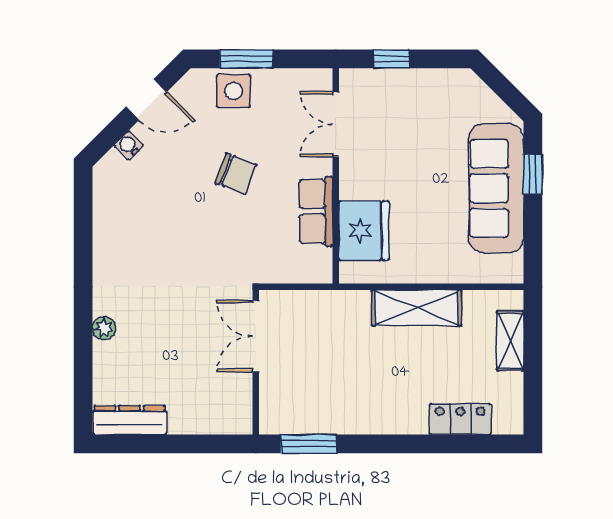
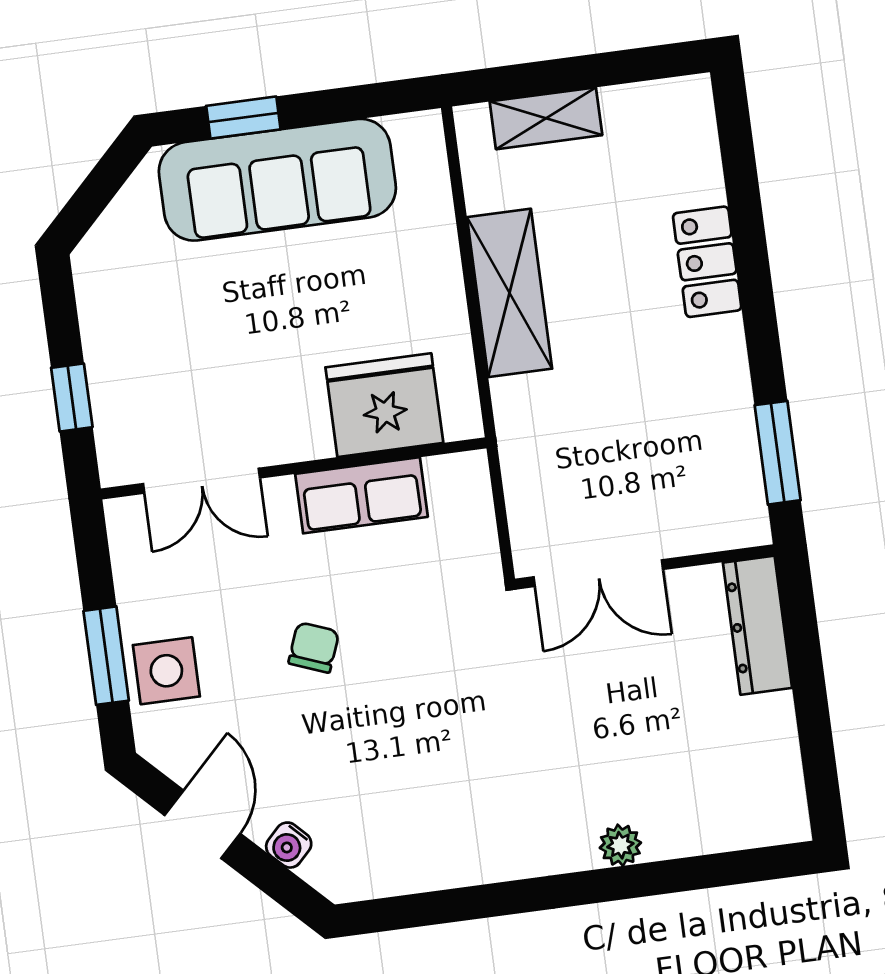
chair: (236, 174) -> (314, 647), width x0.73, depth x0.73
locker: (460, 419) -> (707, 262), moved
dresser: (130, 420) -> (758, 625), moved

